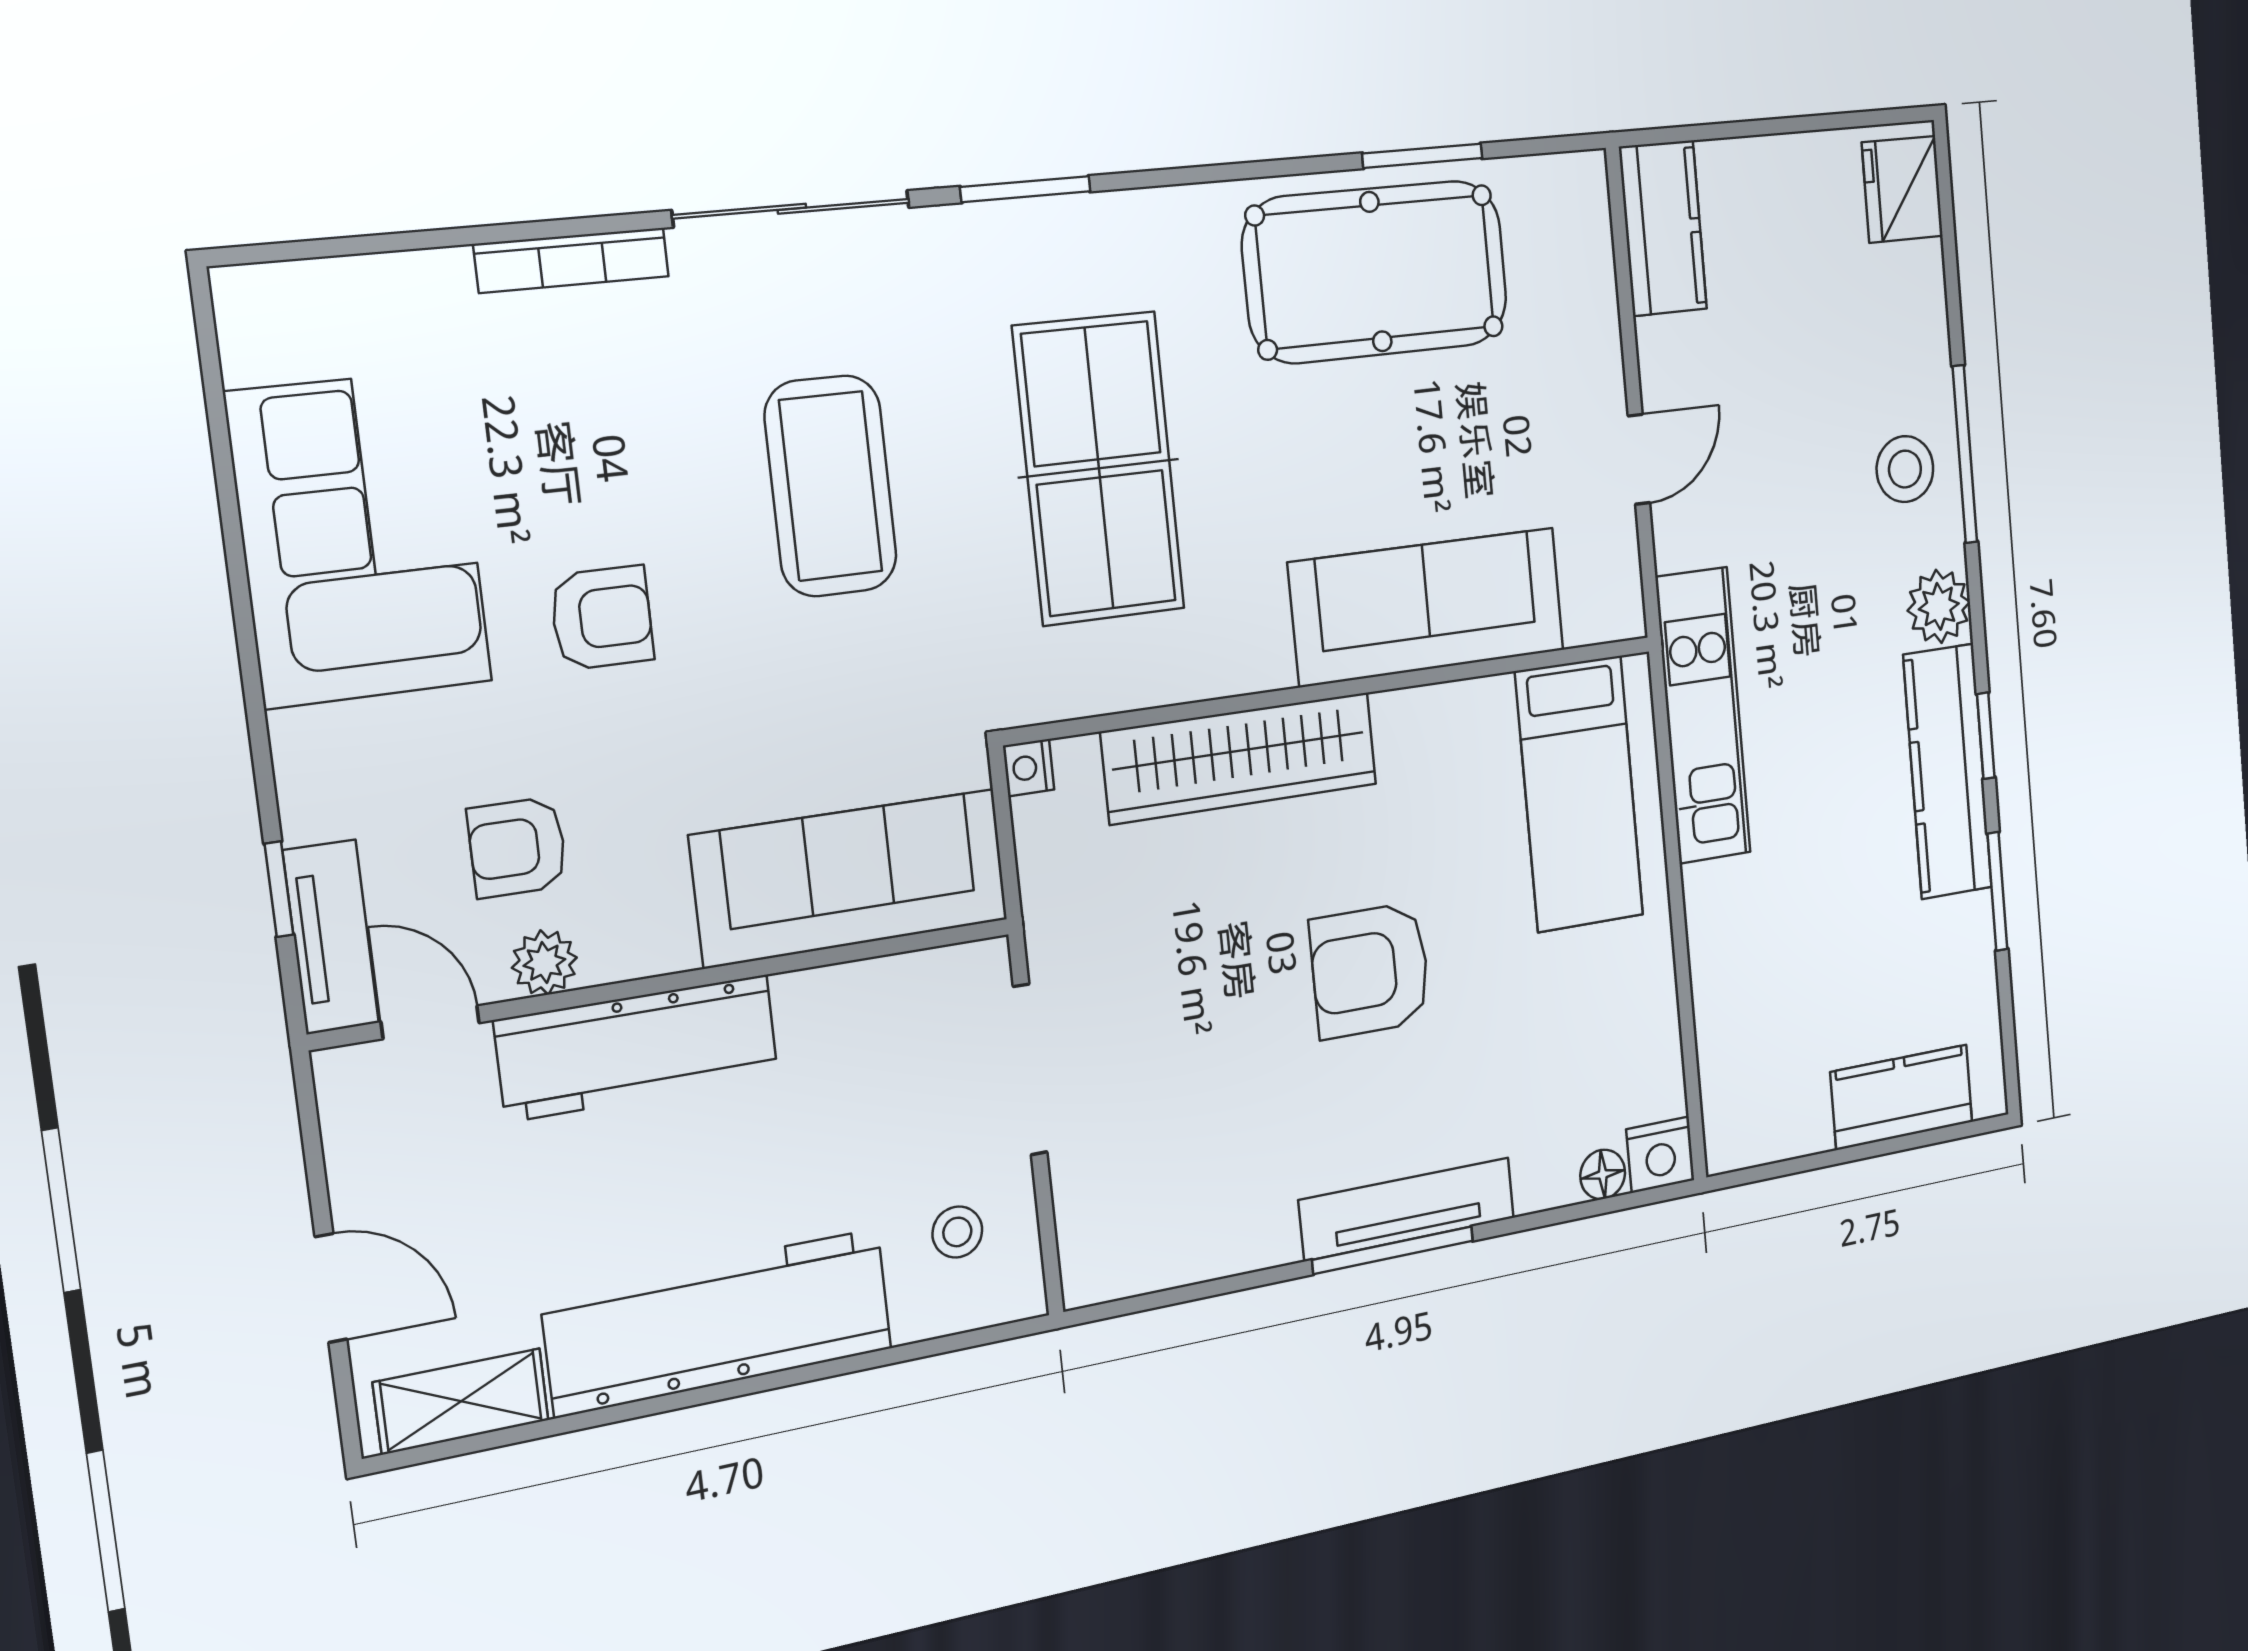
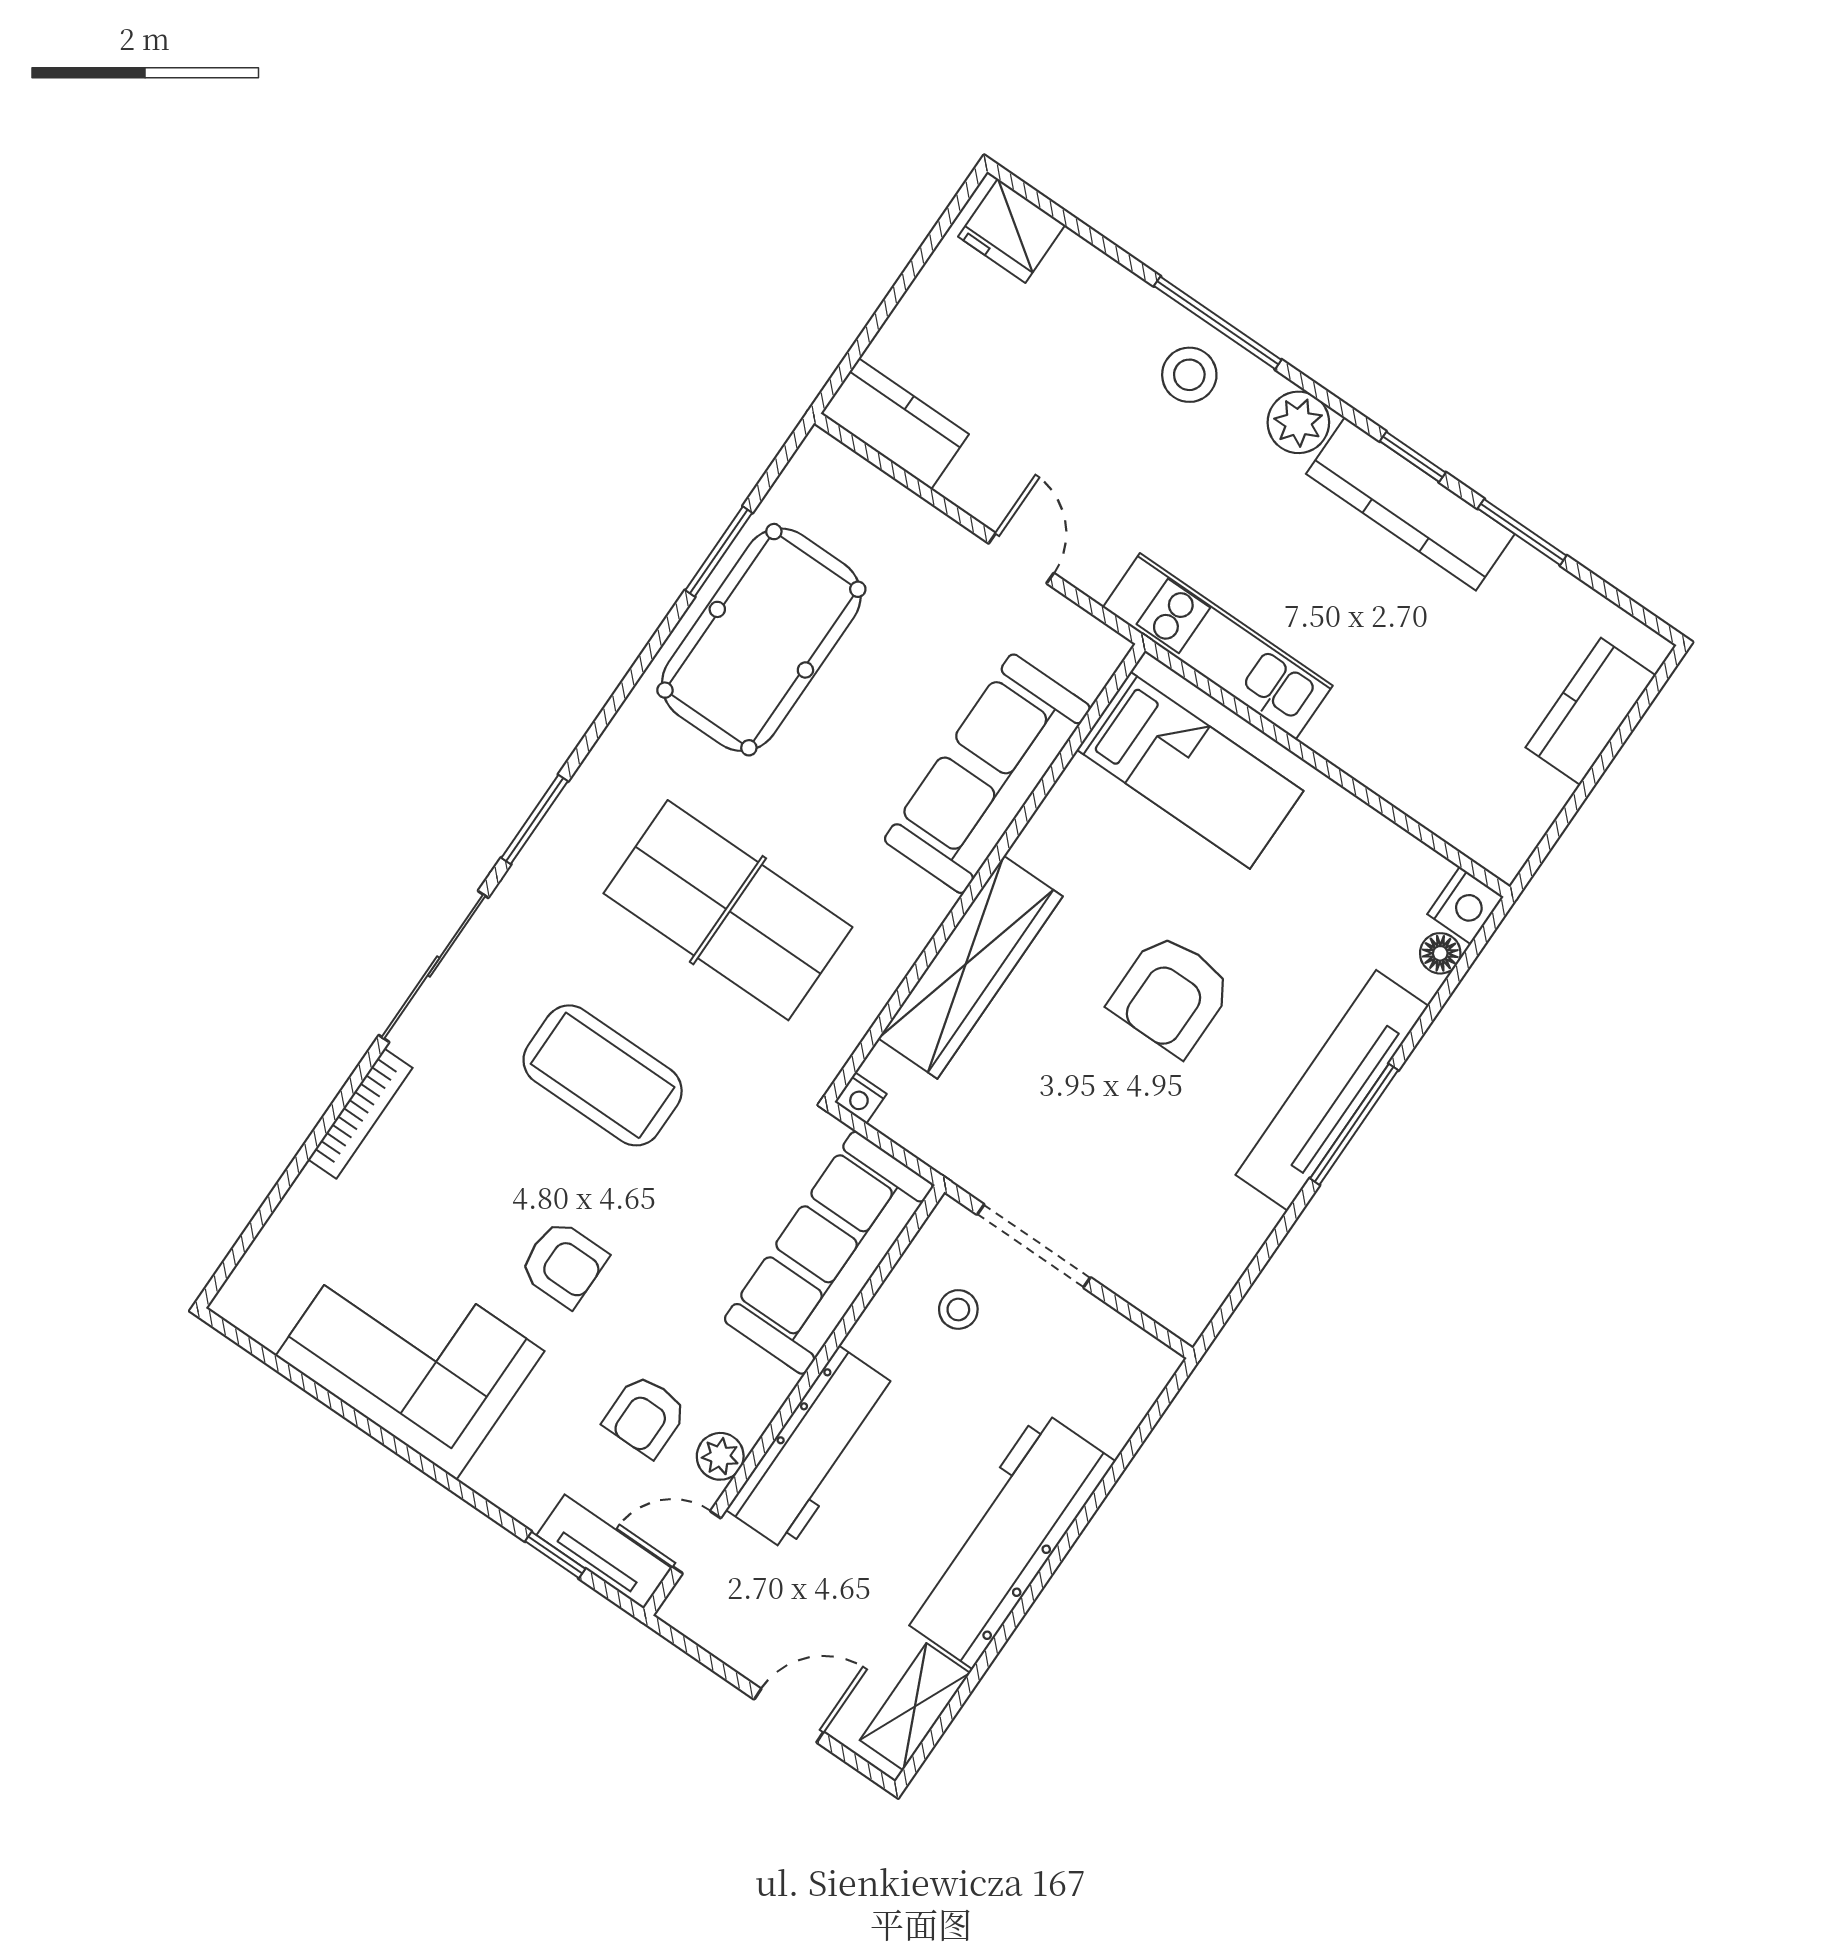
armchair: (602, 618) -> (563, 1264), turned 90
tv unit: (1407, 1209) -> (1332, 1090), width x1.36, depth x1.29
stool: (957, 1232) -> (958, 1309), moved

